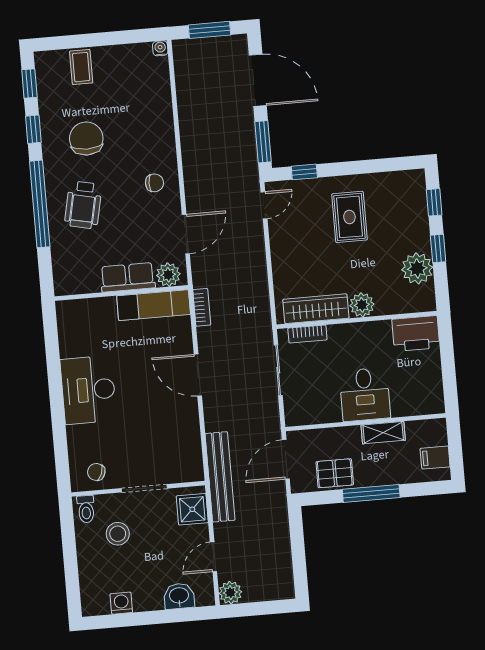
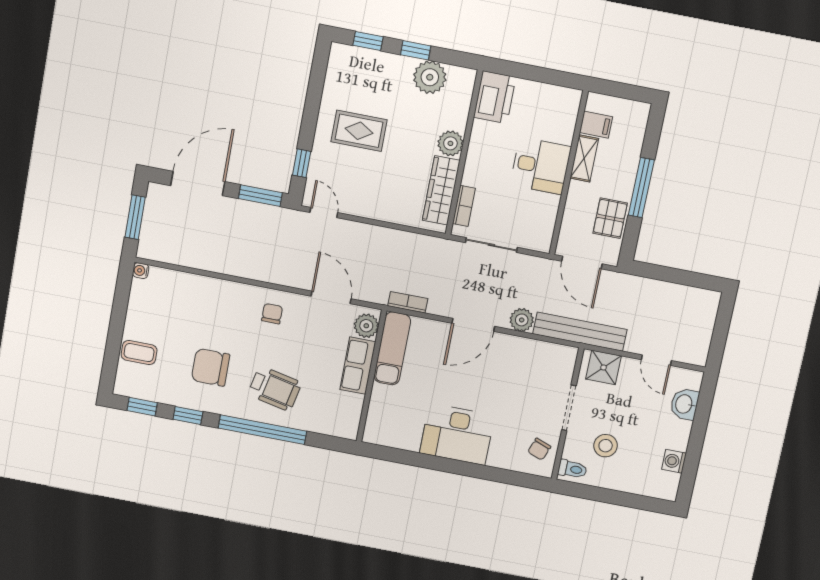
filing cabinet: (435, 458) -> (596, 125), moved, turned -90
plant: (230, 593) -> (522, 320), moved

